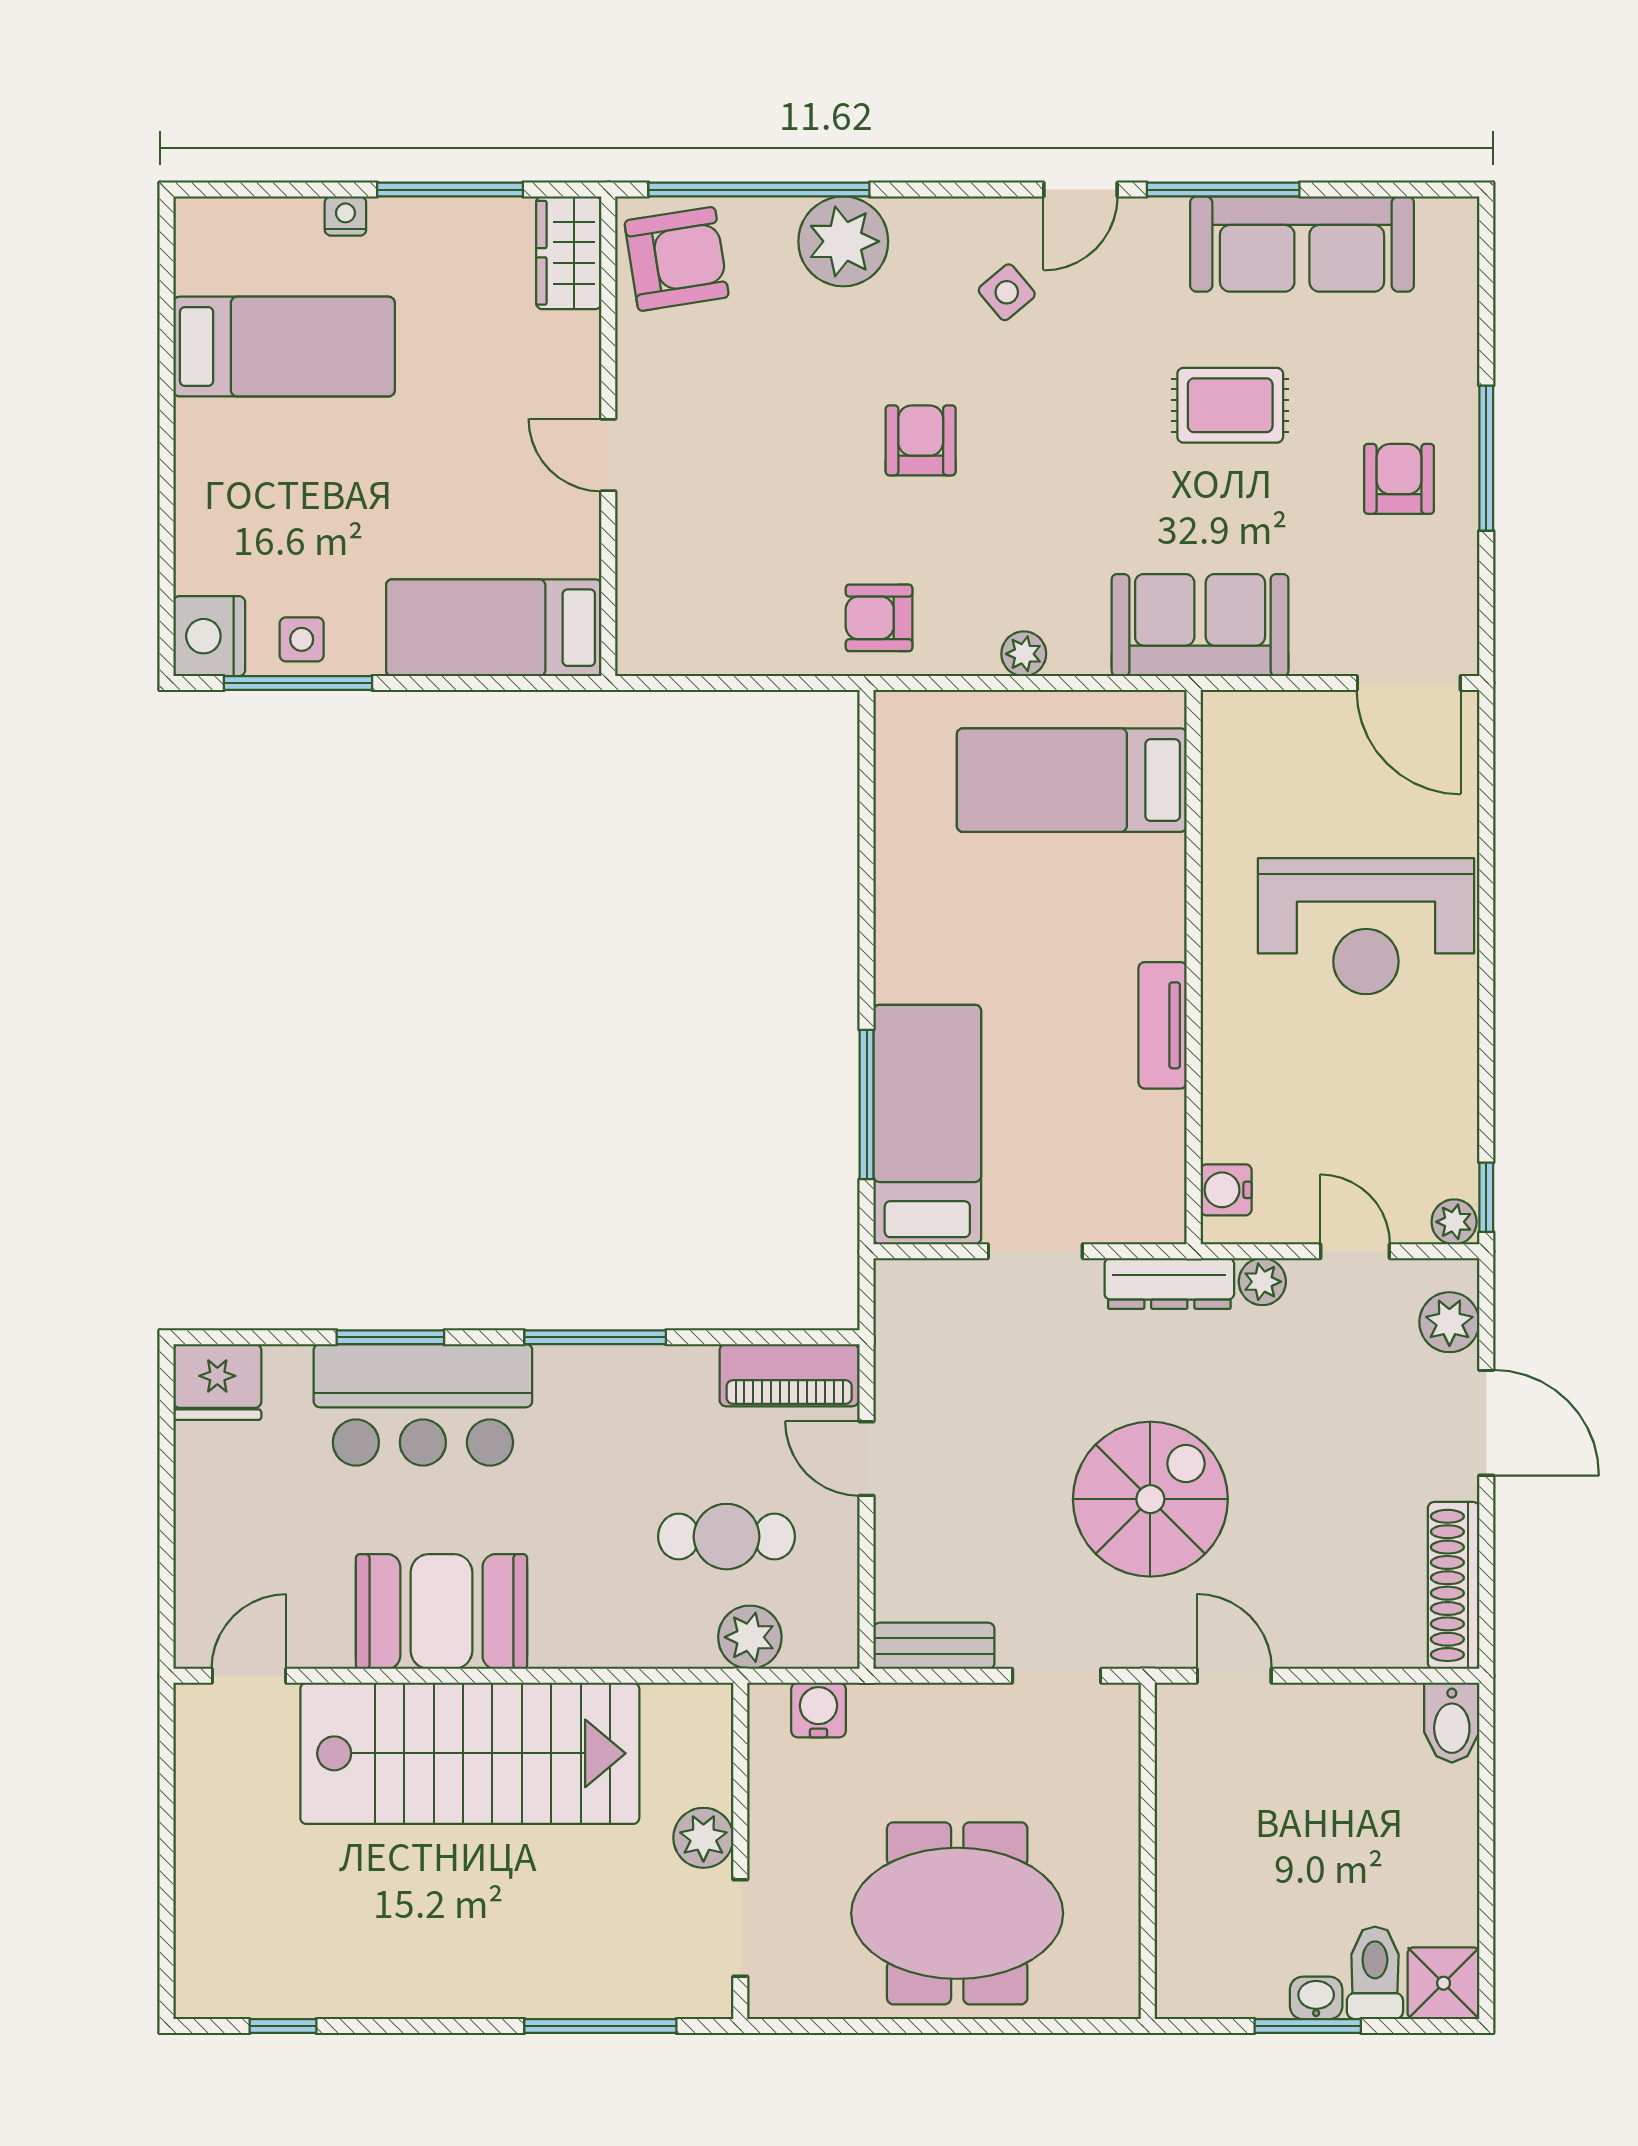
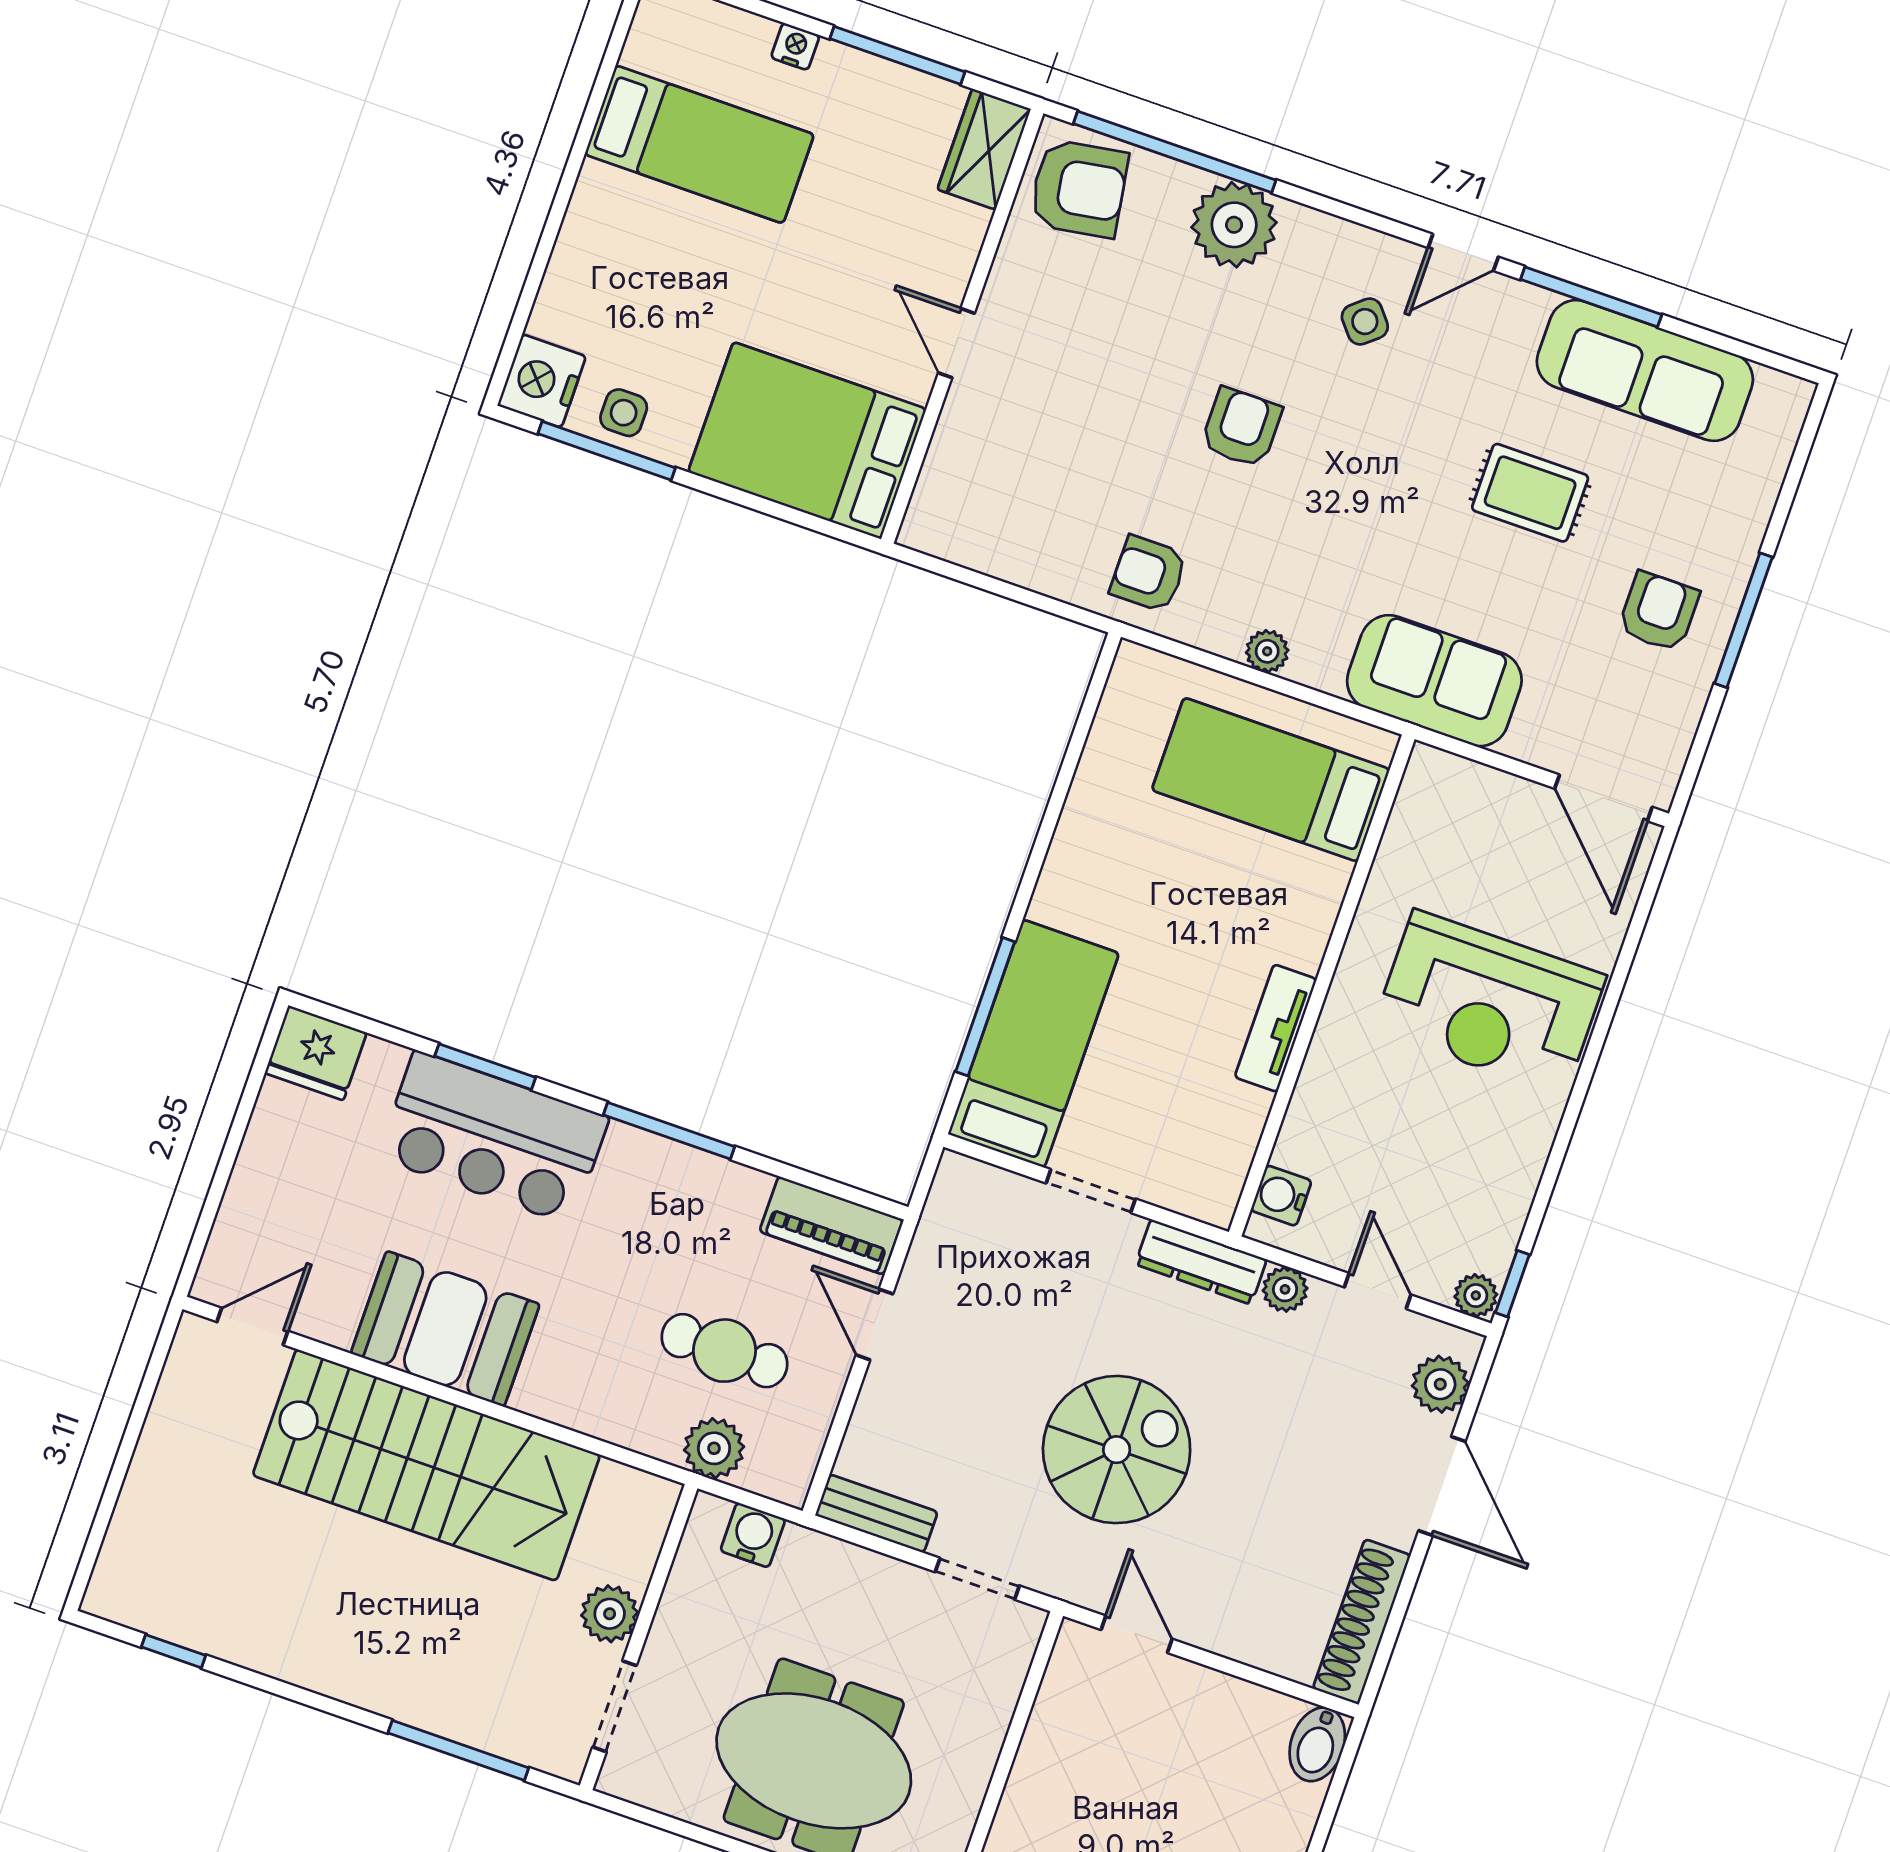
bed: (494, 628) -> (807, 440), width x1.50

